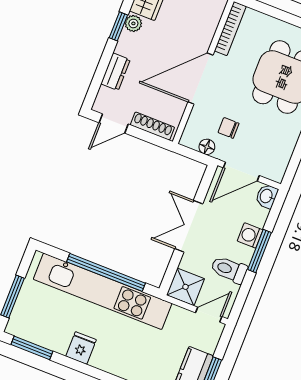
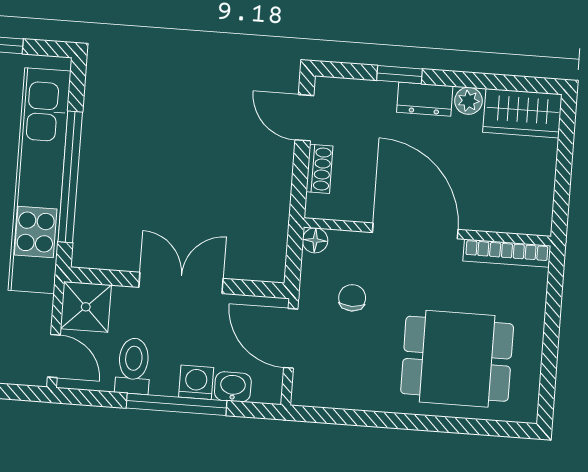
window: (118, 26) -> (399, 75), moved
dresser: (116, 72) -> (425, 99), moved
shoe rack: (152, 126) -> (319, 169), width x0.70
floor lamp: (207, 147) -> (315, 240), moved
washbasin: (267, 196) -> (233, 387), moved
window: (260, 251) -> (176, 404), width x1.44

